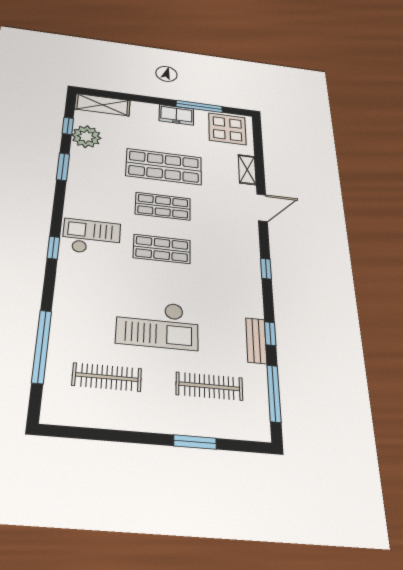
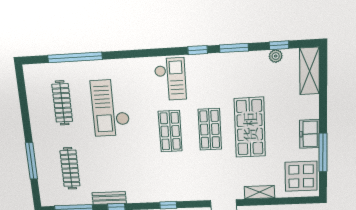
plant: (86, 137) -> (276, 56), width x0.53, depth x0.53
window: (53, 248) -> (198, 50), moved
checkout: (157, 324) -> (110, 108), moved
window: (195, 442) -> (31, 161), width x1.44

